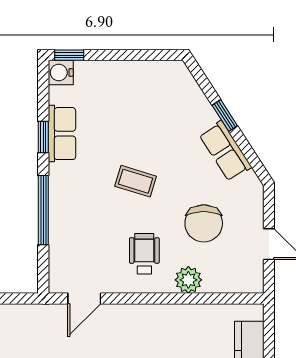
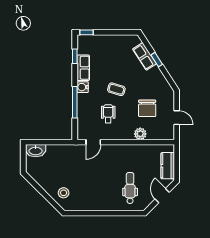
water cooler: (61, 73) -> (83, 87), moved
window: (43, 137) -> (75, 56), moved
row of seats: (225, 151) -> (145, 56), moved
wheelchair: (144, 254) -> (108, 114), moved

